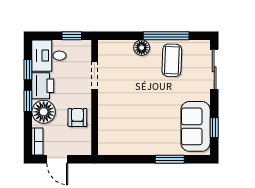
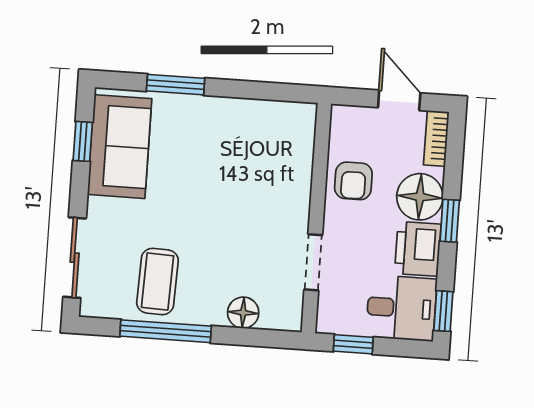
floor lamp: (142, 48) -> (243, 313), moved
window: (28, 70) -> (443, 311), moved

